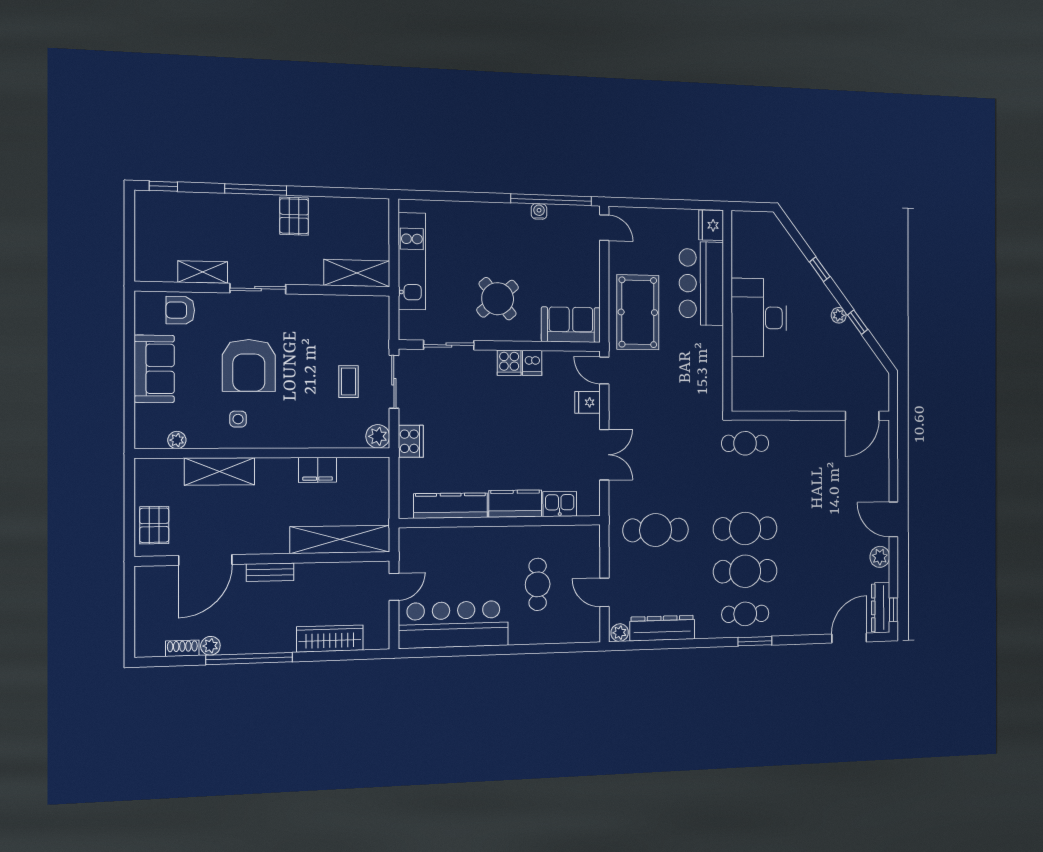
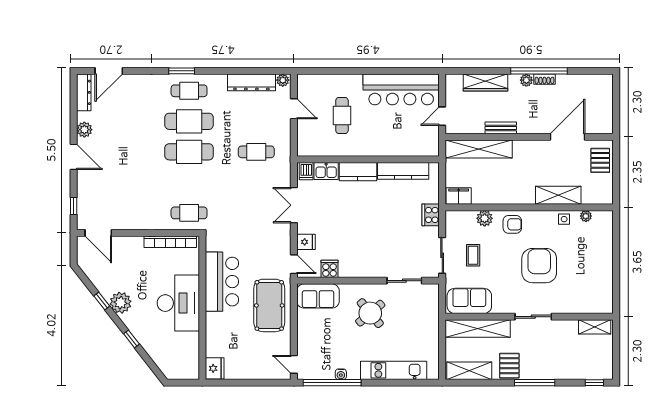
shelving: (354, 211) -> (469, 371), added
kitchen unit: (412, 261) -> (394, 370), moved, turned 90
shelving: (203, 272) -> (595, 327), moved
shelving: (357, 273) -> (478, 329), width x1.47
bar counter: (701, 283) -> (222, 282), moved
armchair: (180, 310) -> (512, 224), moved
plant: (839, 315) -> (121, 303), width x1.87, depth x1.87
cooker: (509, 363) -> (330, 269), moved
dishwasher: (532, 363) -> (306, 171), moved, turned 180
sofa: (154, 369) -> (469, 301), moved, turned 90
bookcase: (770, 403) -> (170, 242), added
door: (862, 416) -> (98, 233), swing flipped
side table: (238, 419) -> (564, 219), moved
plant: (378, 436) -> (485, 218), moved
filing cabinet: (318, 470) -> (459, 196), moved
cafe table: (656, 530) -> (256, 152), width x0.73, depth x0.74
bench: (270, 572) -> (501, 128), moved
window: (893, 610) -> (74, 206), moved
plant: (210, 646) -> (526, 80), moved
shoe rack: (182, 648) -> (544, 79), moved

